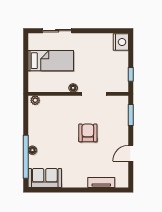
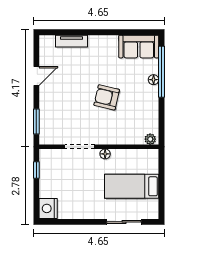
armchair: (88, 133) -> (107, 97), moved, turned 103

